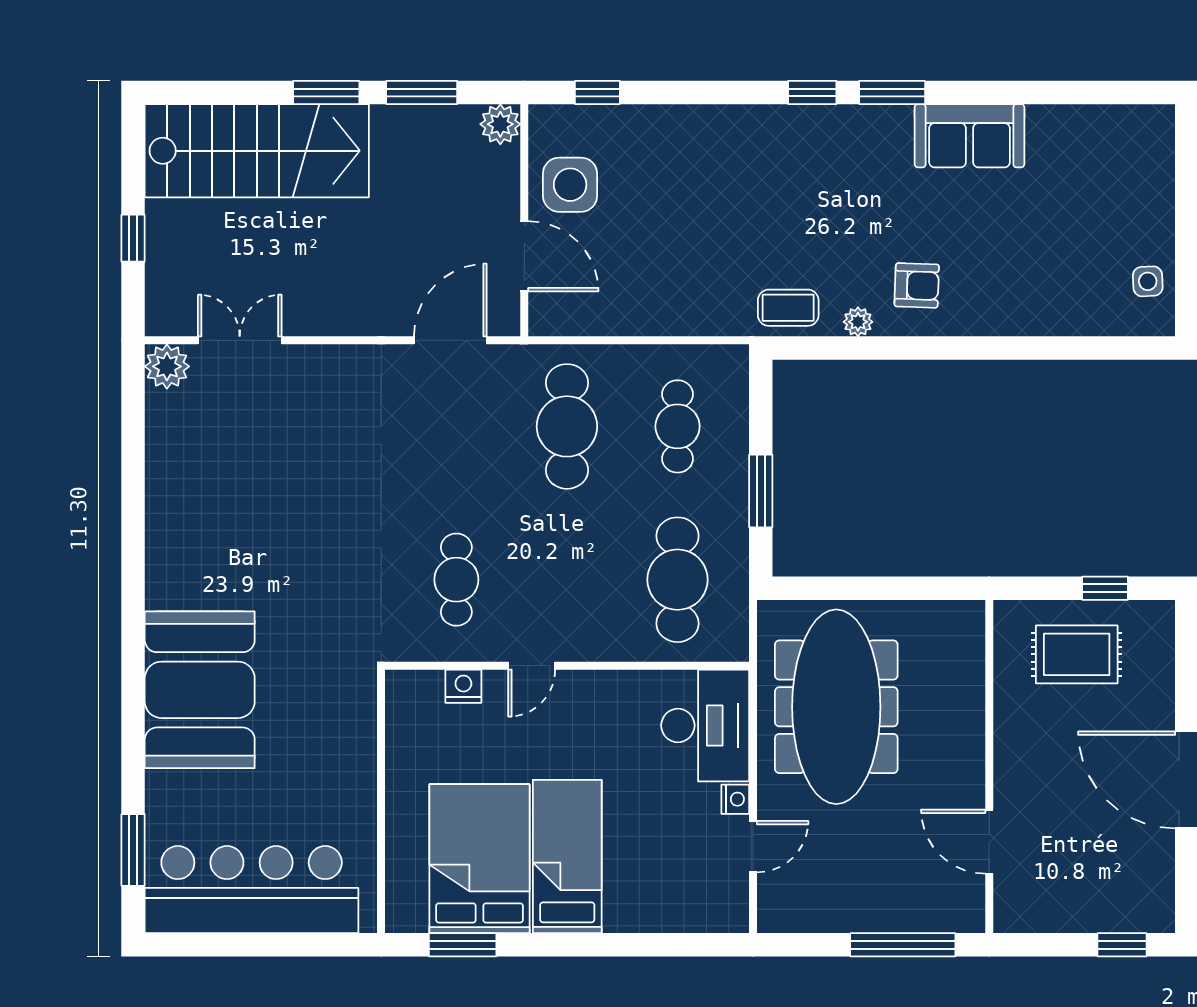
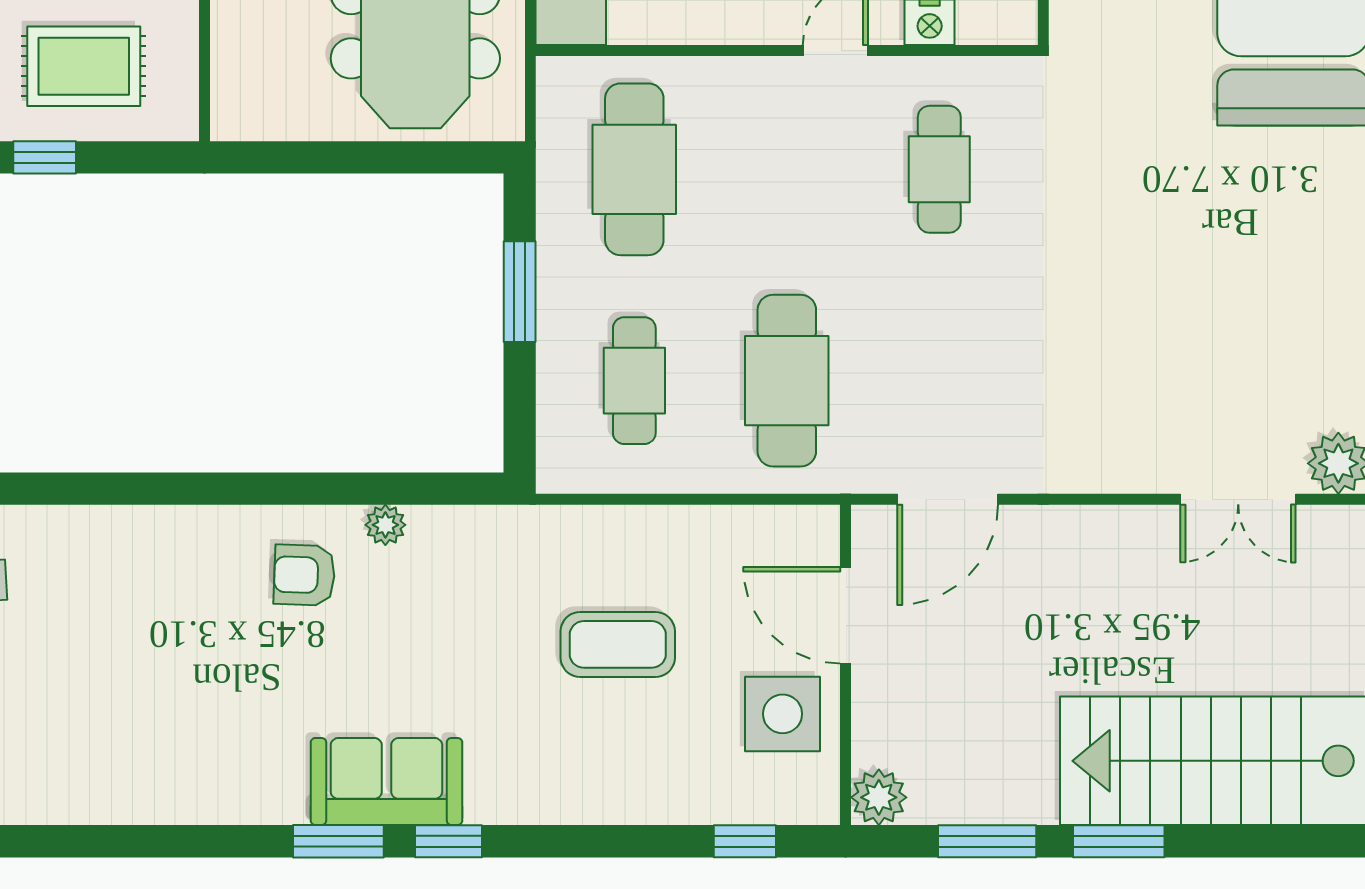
sofa: (969, 136) -> (386, 782), moved
coffee table: (788, 308) -> (618, 644), moved, width x1.36, depth x1.30

